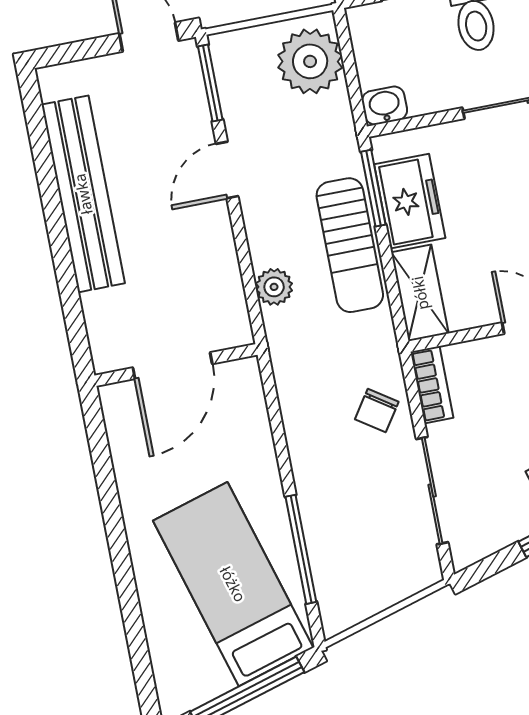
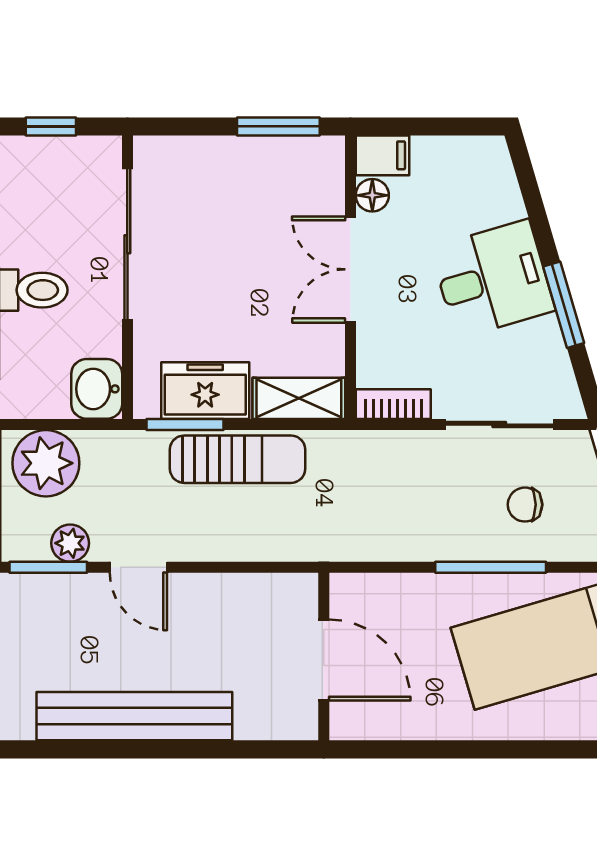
washbasin: (385, 106) -> (97, 389), width x1.38, depth x1.45
plant: (274, 287) -> (70, 543), moved
chair: (377, 411) -> (525, 505), moved, turned 146
window: (301, 549) -> (491, 567), moved

